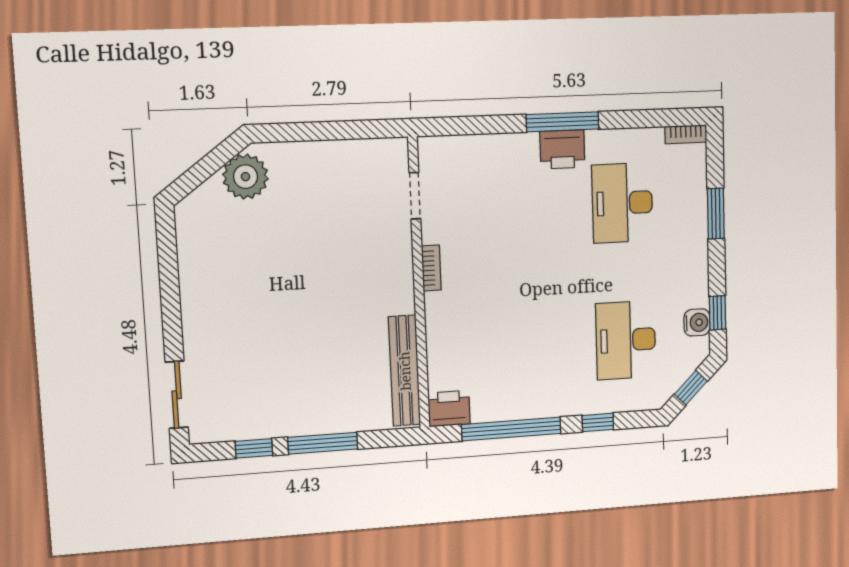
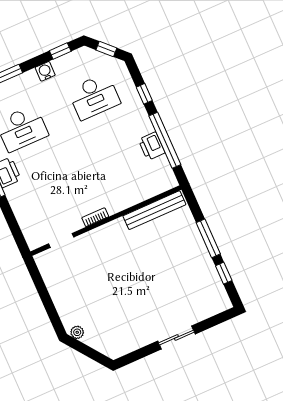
plant: (245, 177) -> (77, 332), width x0.53, depth x0.53
water cooler: (697, 322) -> (45, 71), moved
sliding door: (177, 395) -> (176, 338), moved
printer: (449, 409) -> (152, 146), moved

